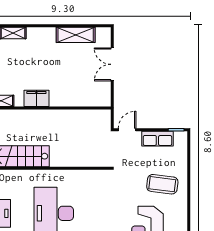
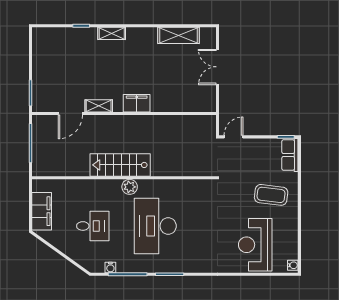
row of seats: (157, 139) -> (290, 155), moved, turned 90
plant: (30, 177) -> (130, 187), added

